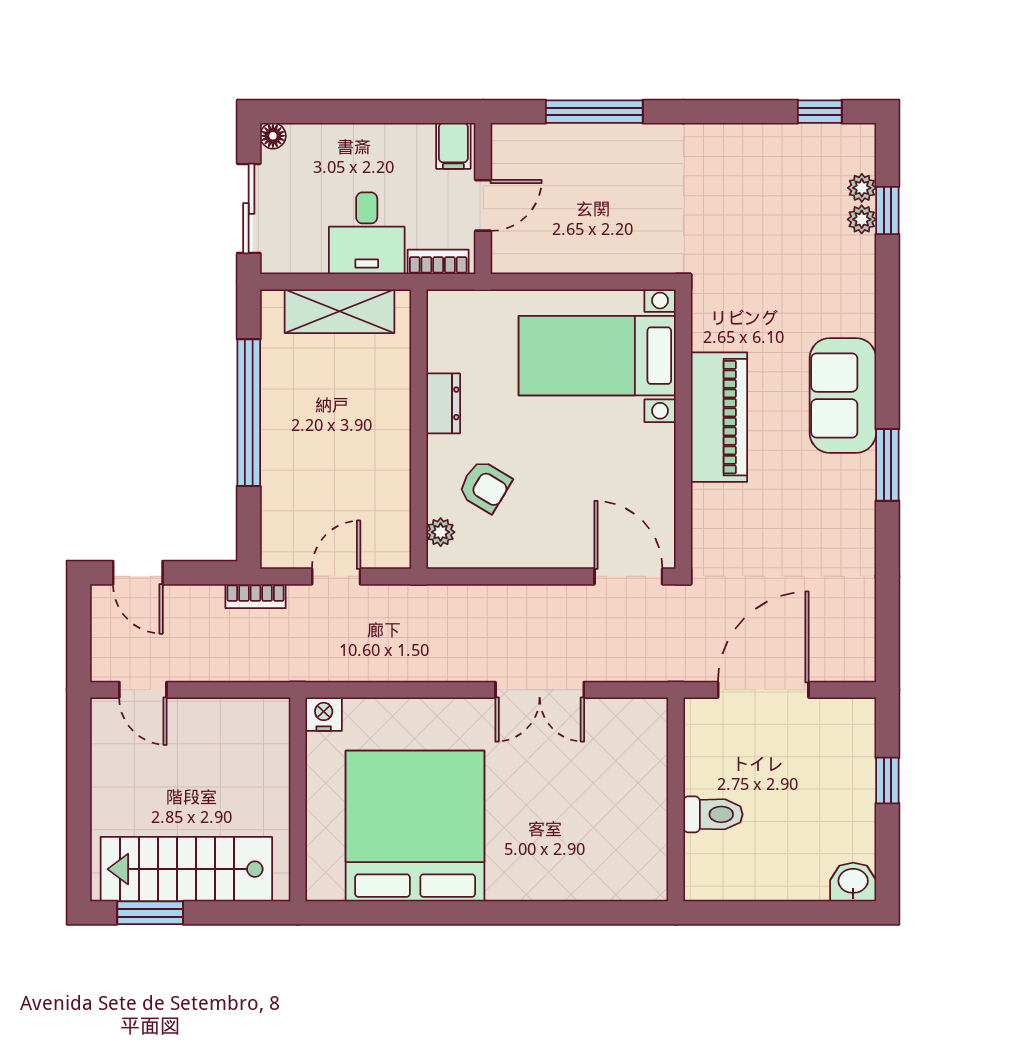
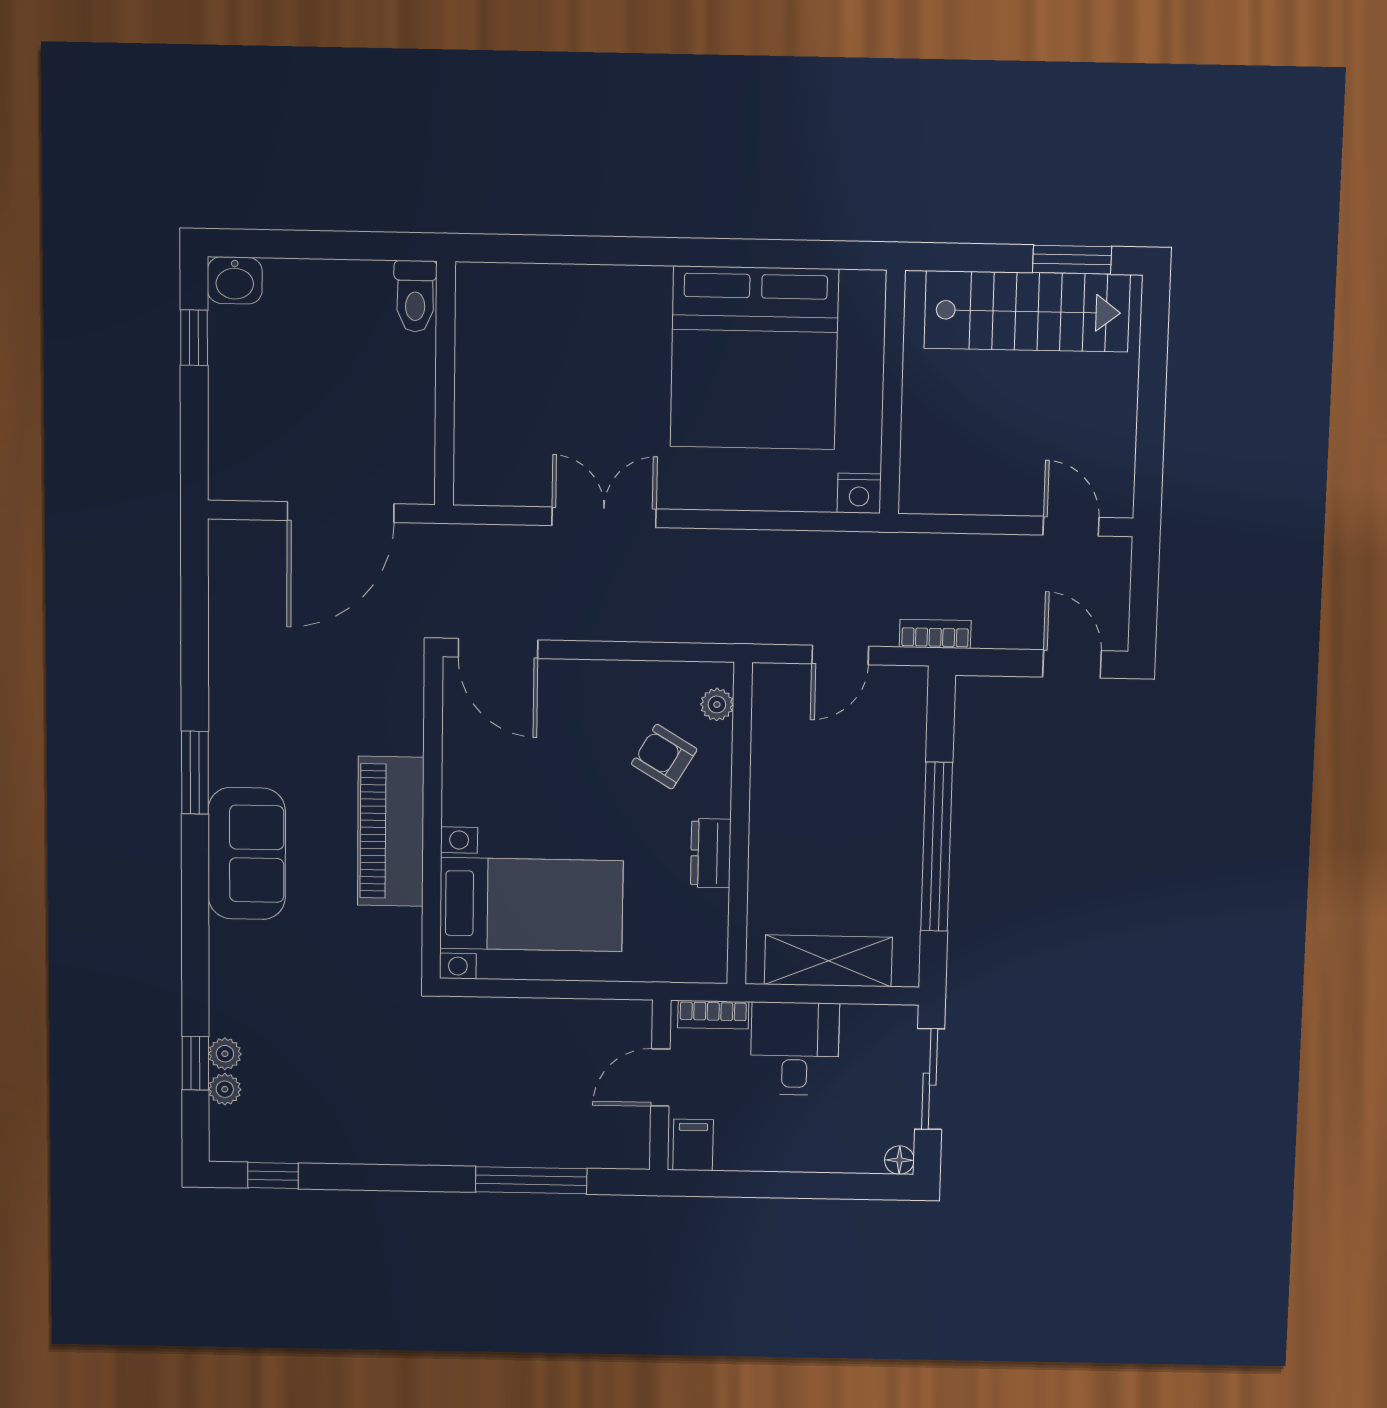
window: (887, 780) -> (194, 338), moved
toilet: (713, 814) -> (415, 296), moved, turned -90

